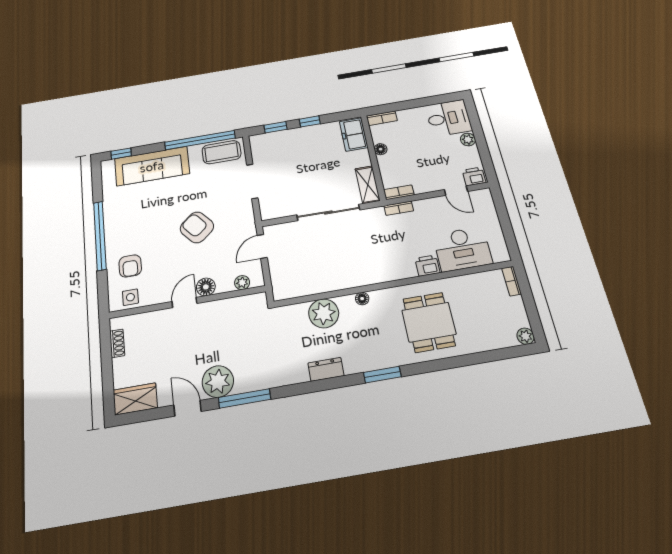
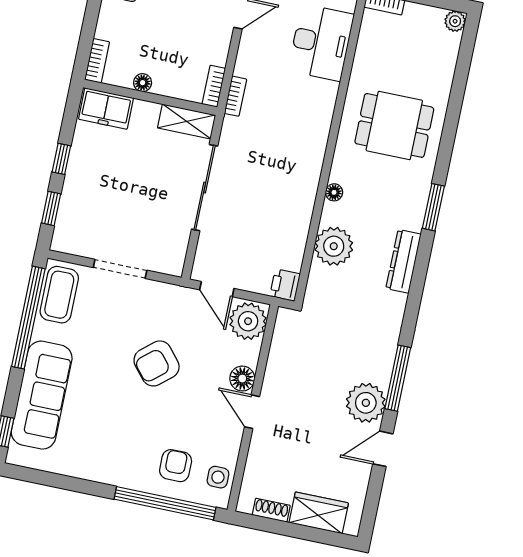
window: (100, 236) -> (165, 503), moved
armchair: (130, 266) -> (176, 466), turned -90
printer: (427, 266) -> (285, 285), moved
plant: (242, 283) -> (248, 321), width x1.88, depth x1.88
dresser: (326, 369) -> (403, 261), width x1.44
wardrobe: (135, 399) -> (319, 513), moved, turned 90

